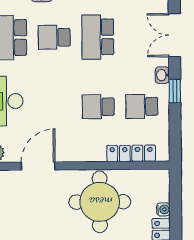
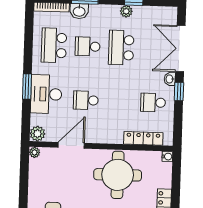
double door: (174, 35) -> (180, 48), width x1.37
school desk: (98, 107) -> (86, 100), moved
water cooler: (163, 209) -> (167, 157), moved

